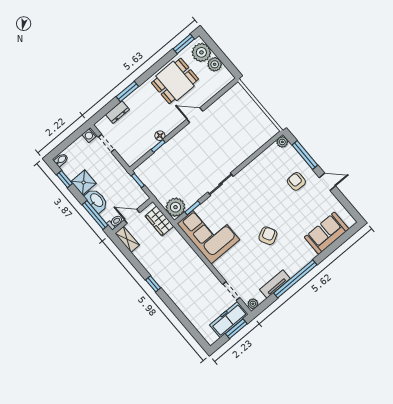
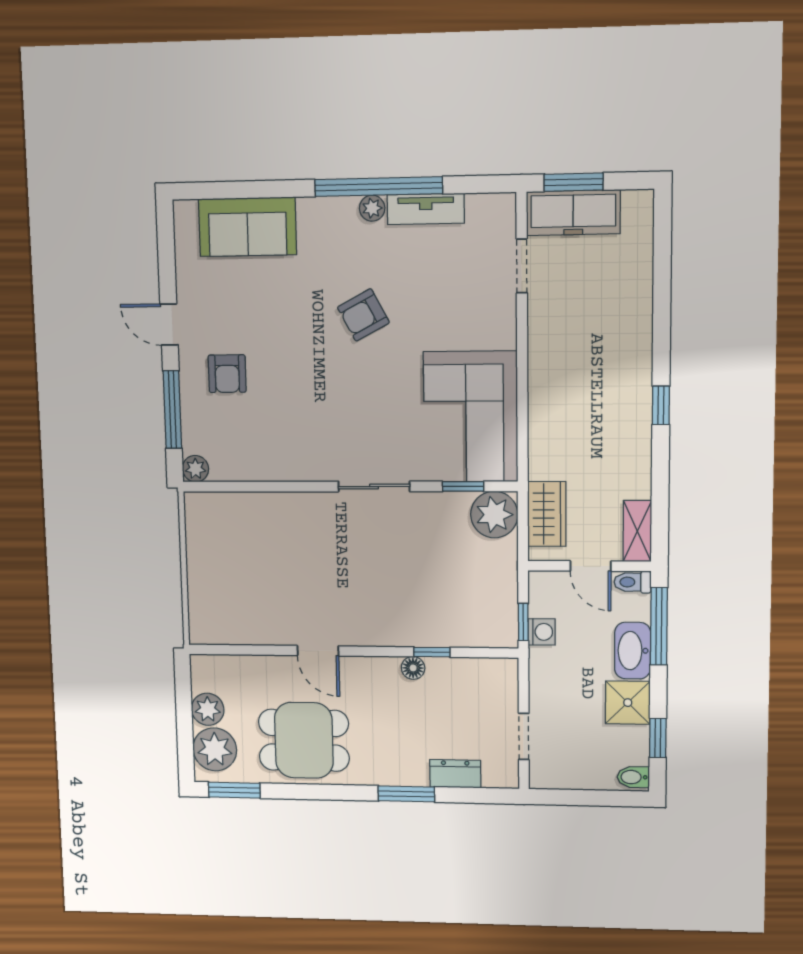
washing machine: (90, 135) -> (542, 632), moved
plant: (253, 304) -> (372, 208), moved

